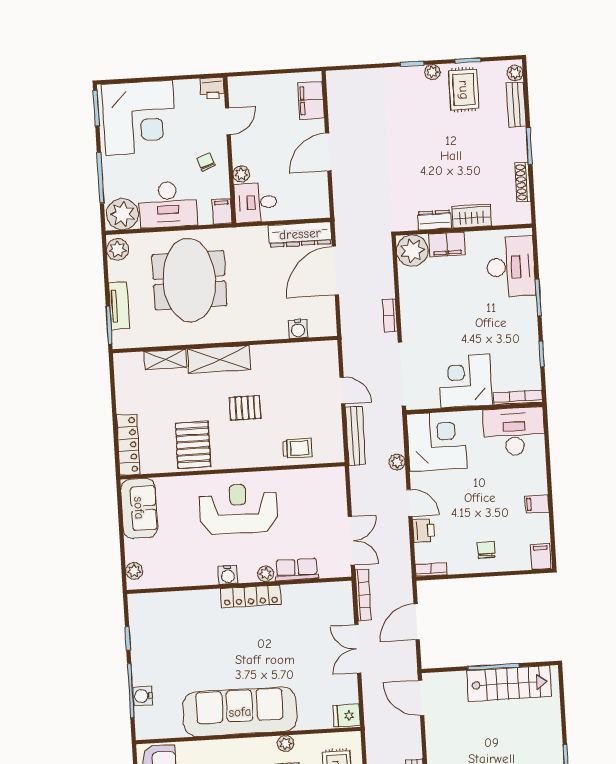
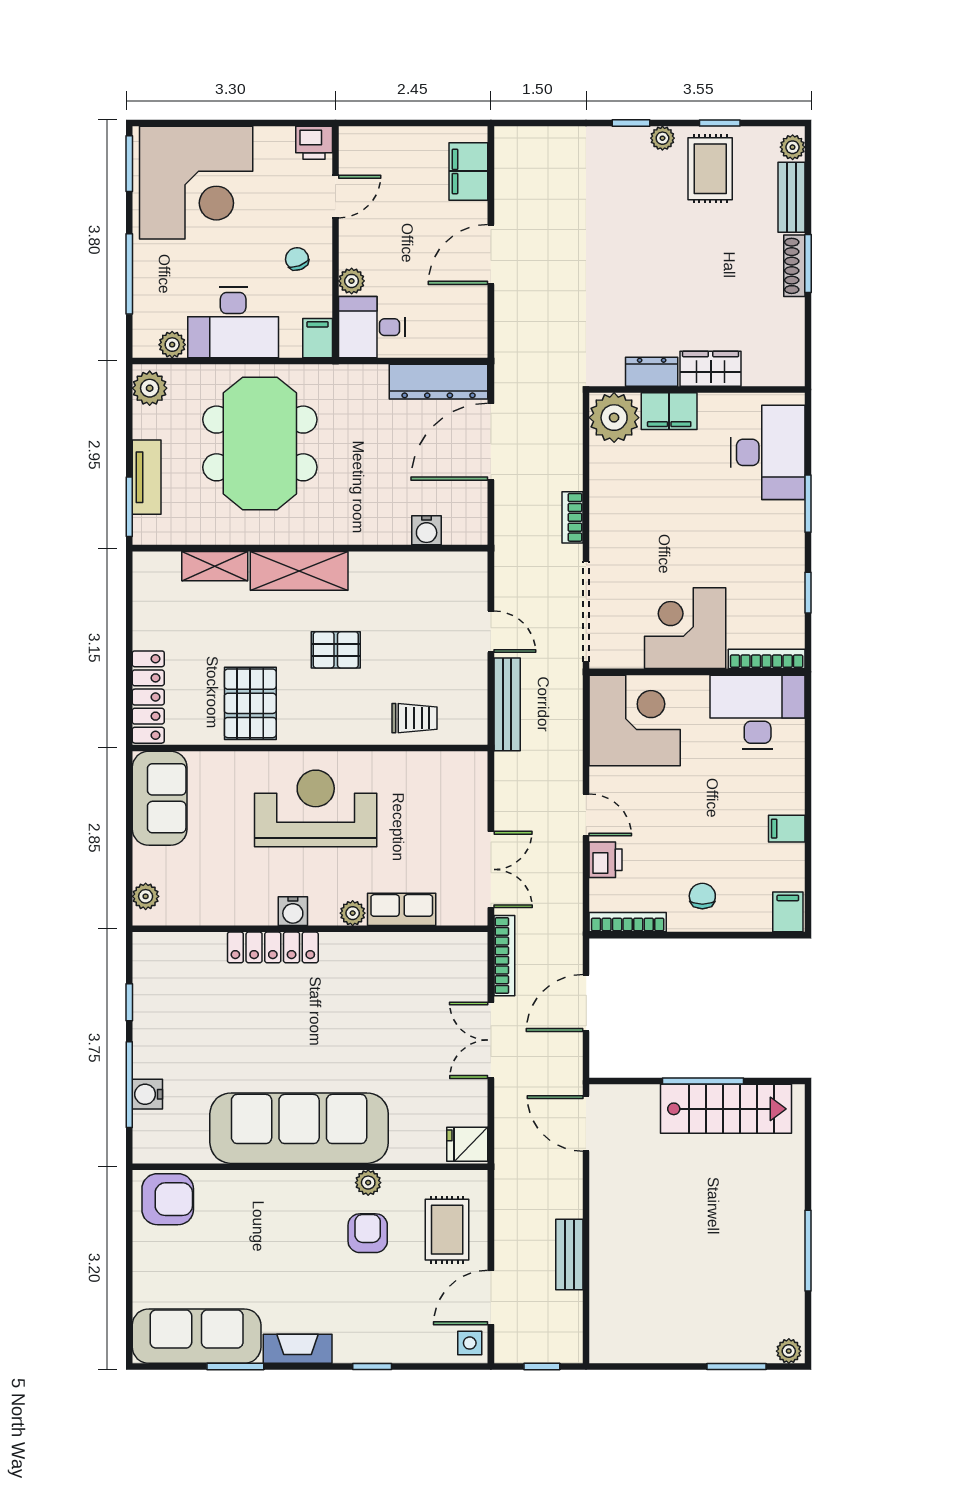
shoe rack: (523, 182) -> (794, 266), moved
plant: (122, 214) -> (172, 345), width x0.53, depth x0.53
plant: (397, 462) -> (570, 750), removed
bookcase: (431, 570) -> (628, 922), width x1.56
locker: (251, 596) -> (273, 947), moved

